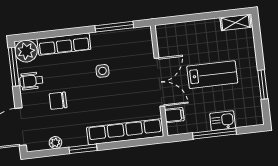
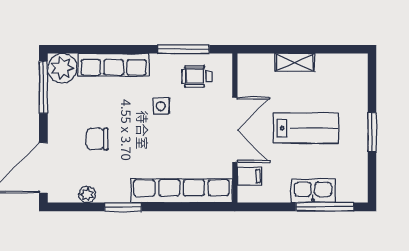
shelving: (236, 22) -> (295, 62), moved
wheelchair: (31, 81) -> (197, 76), moved
window: (263, 85) -> (372, 132), moved
kitchen sink: (223, 121) -> (313, 191), width x1.38
window: (214, 134) -> (325, 207), moved

